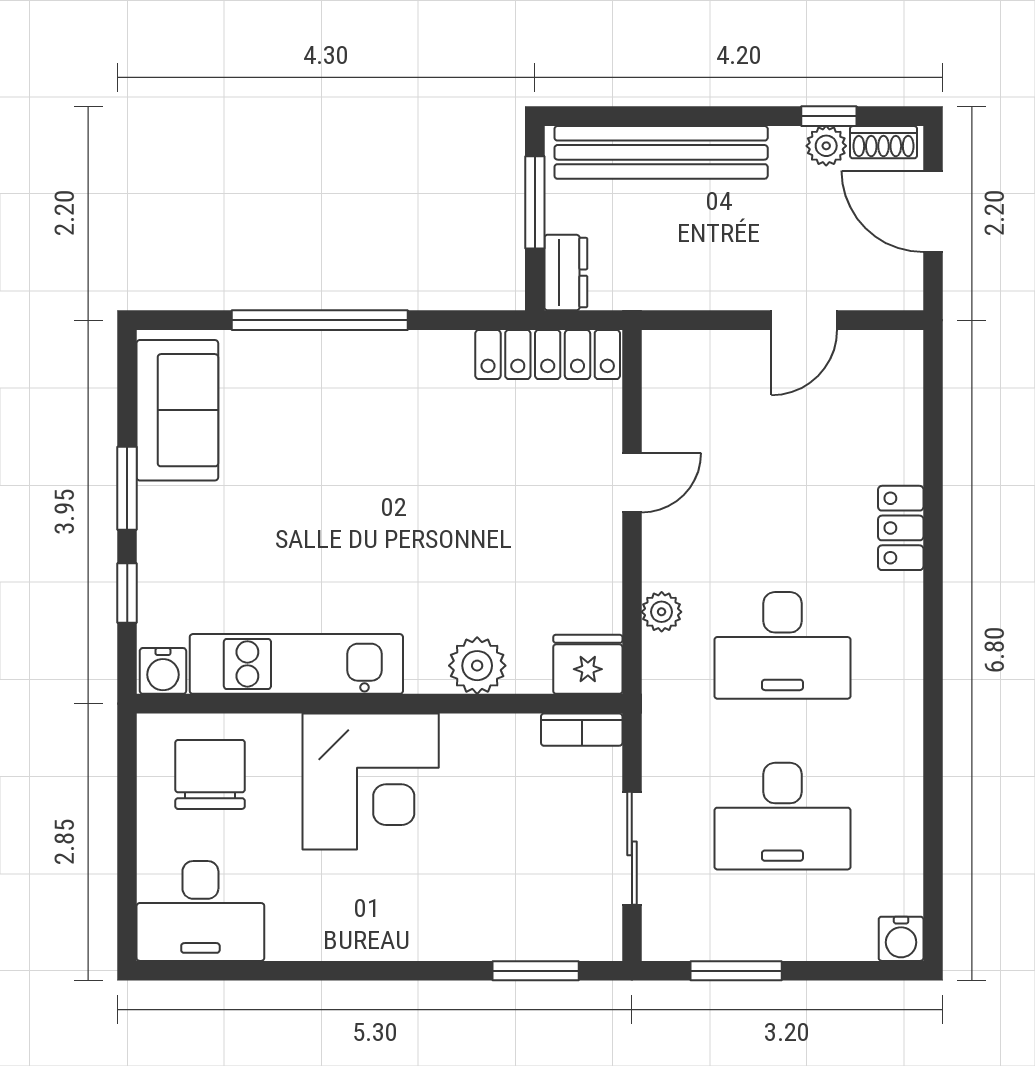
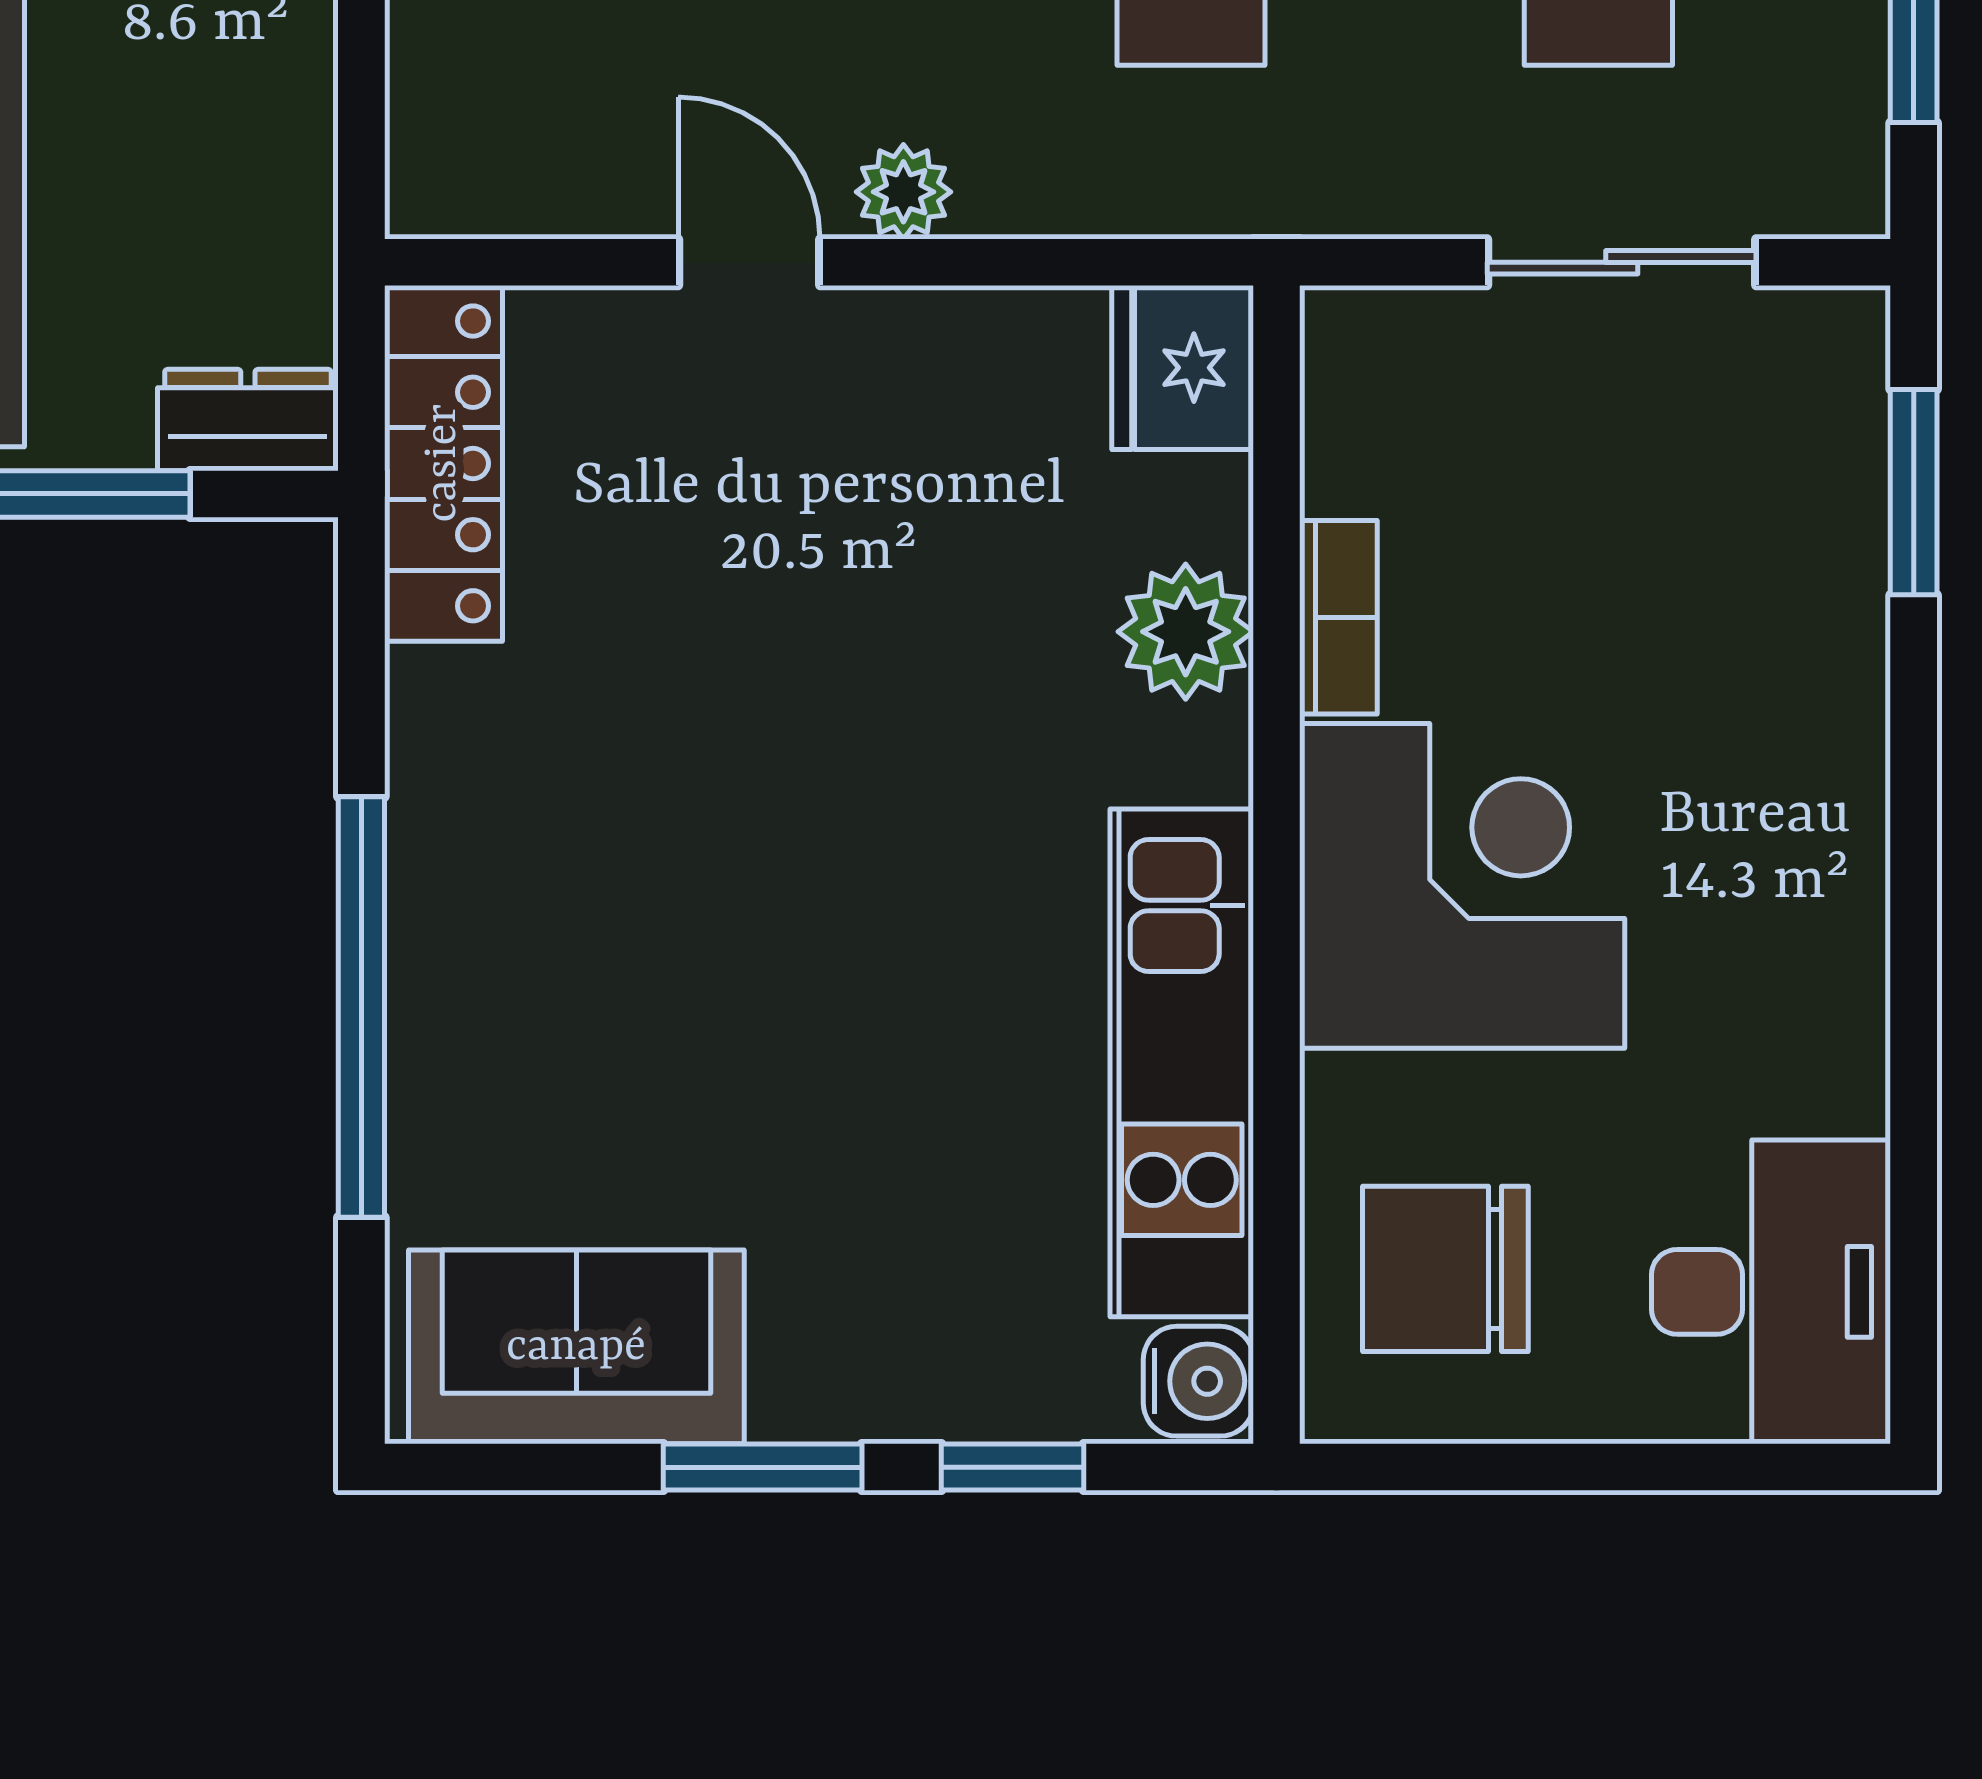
plant: (662, 612) -> (903, 192), moved
bookcase: (582, 730) -> (1338, 617), moved

